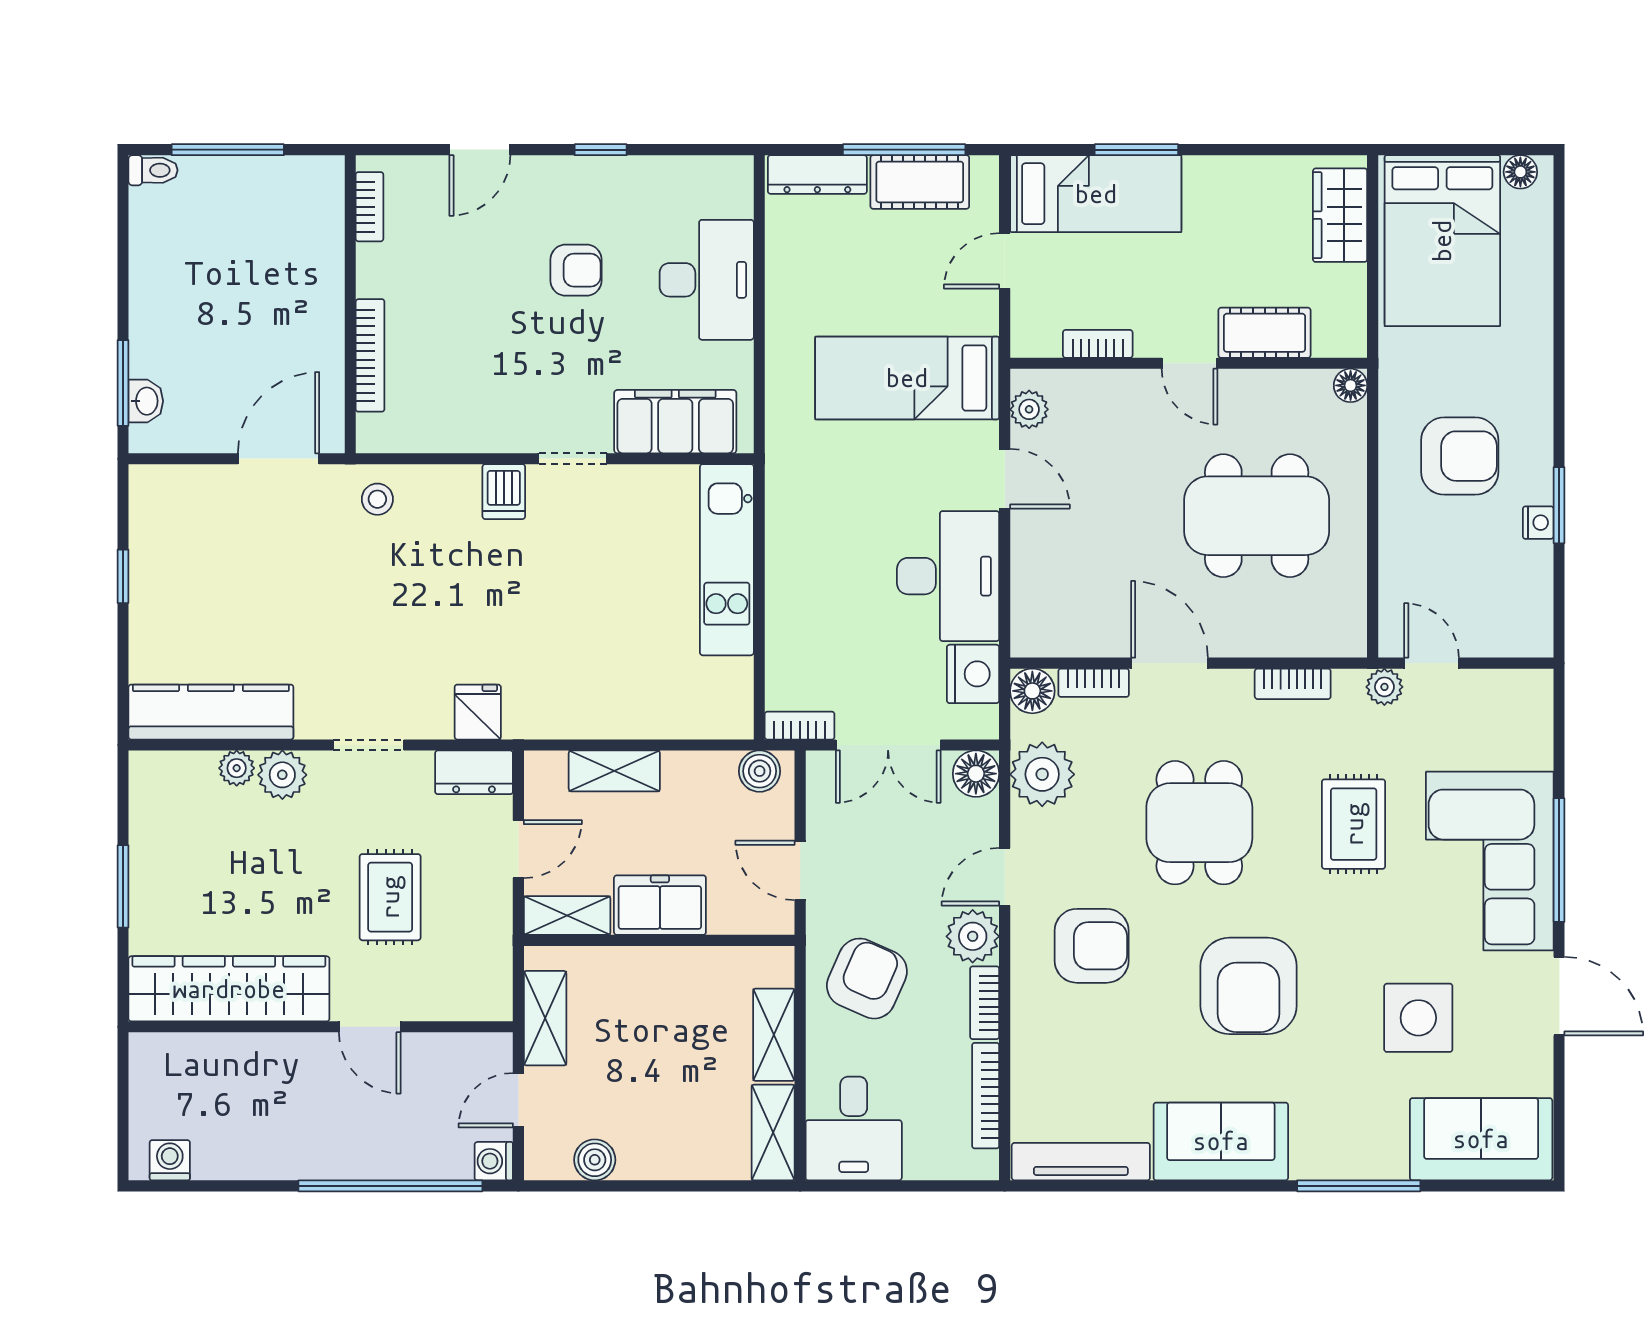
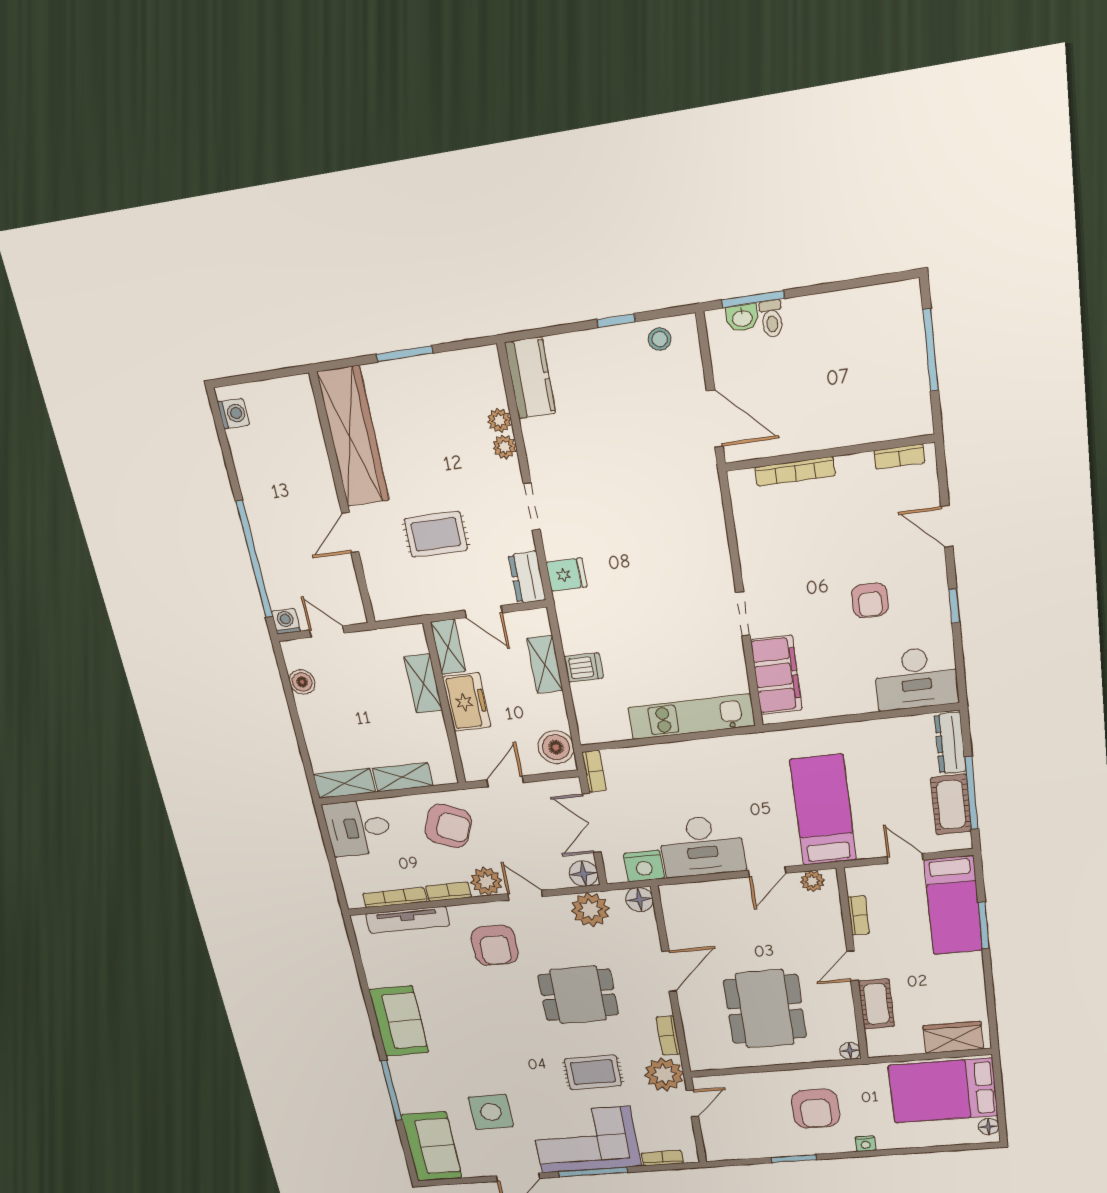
toilet: (153, 170) -> (772, 319), moved
desk: (707, 280) -> (916, 678), moved
dishwasher: (504, 492) -> (584, 667), moved, turned 180
stool: (377, 499) -> (660, 339), moved
nightstand: (1538, 523) -> (865, 1144), moved
bookcase: (1094, 683) -> (662, 1158), moved, turned 90
plant: (1384, 687) -> (664, 1074), width x1.87, depth x1.87
kitchen counter: (211, 712) -> (530, 378), width x0.67
boiler: (760, 771) -> (556, 747), width x1.36, depth x1.36
plant: (282, 775) -> (505, 447), width x0.73, depth x0.73
armchair: (1249, 986) -> (490, 1028), removed
shelving: (545, 1018) -> (423, 683), moved, turned 90
tv unit: (1081, 1162) -> (408, 920), moved, turned 90

